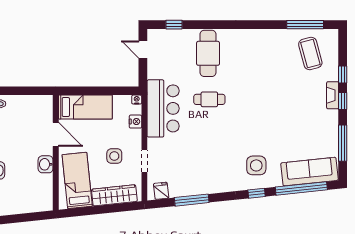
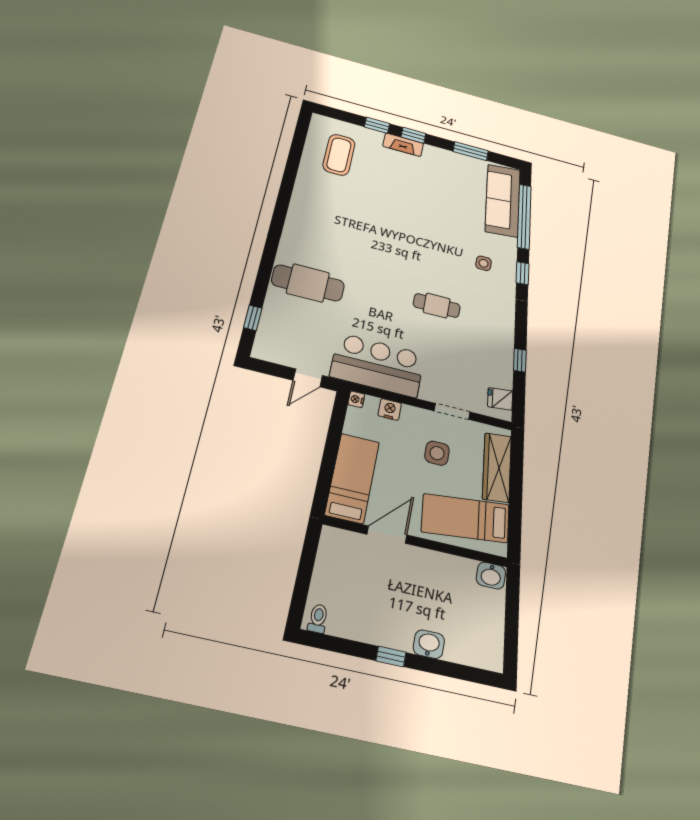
window: (305, 25) -> (296, 150), removed
door: (143, 49) -> (308, 378), moved
coffee table: (310, 53) -> (339, 155), turned -75
cafe table: (209, 99) -> (437, 306), moved, turned 90
window: (343, 143) -> (471, 151), width x0.69
washbasin: (46, 164) -> (491, 576), moved
side table: (256, 165) -> (484, 263), width x0.54, depth x0.54
window: (192, 200) -> (520, 360), width x0.46

